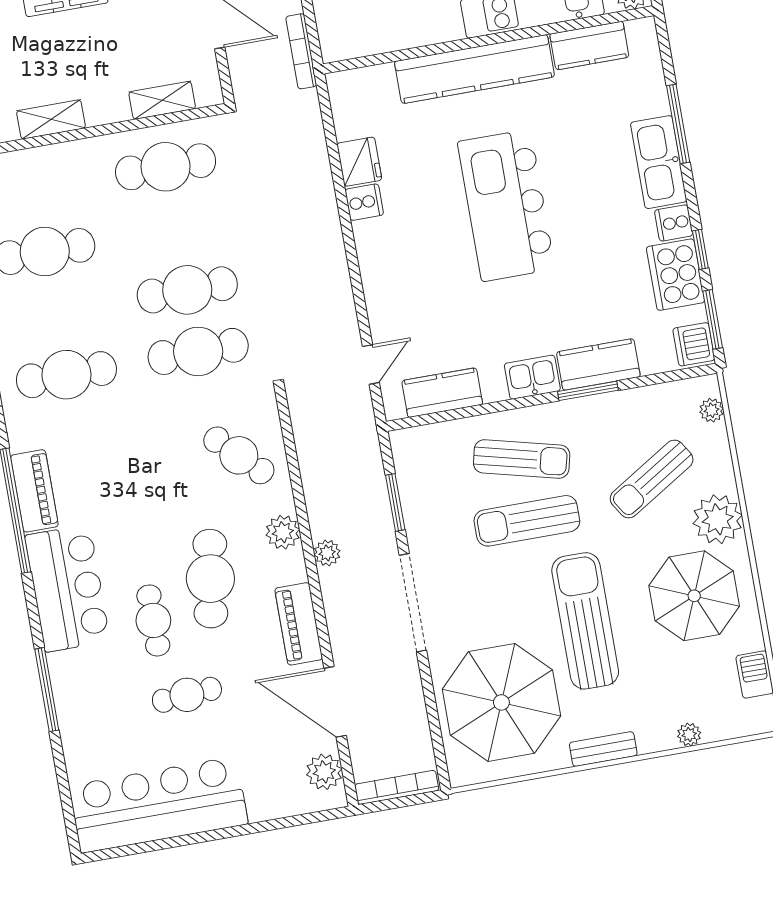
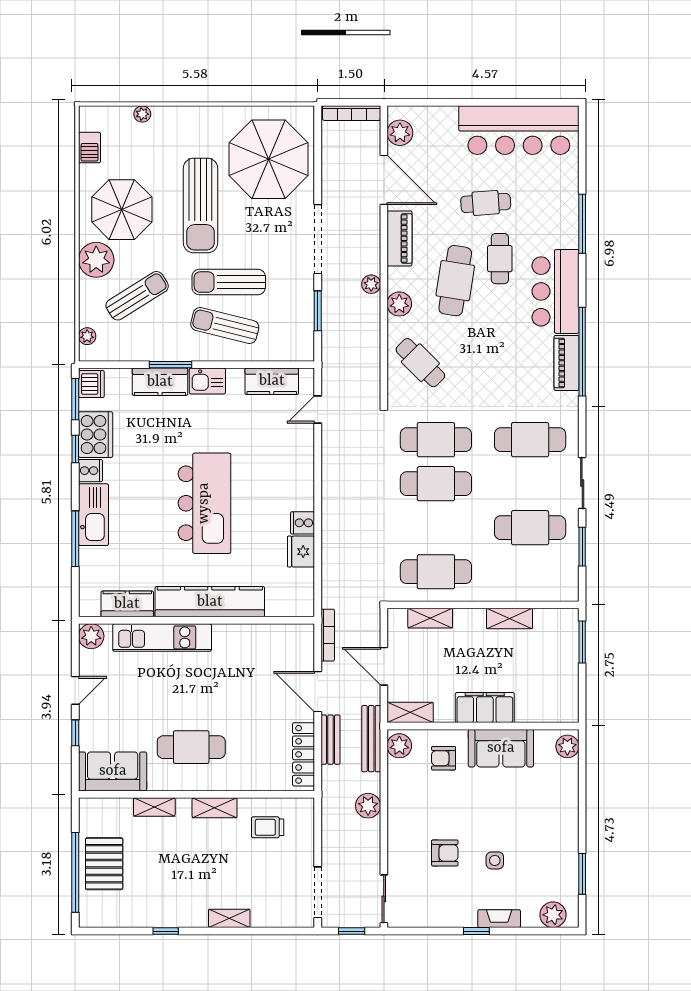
sun lounger: (527, 521) -> (229, 282), turned 180
bench: (603, 749) -> (204, 114), removed

